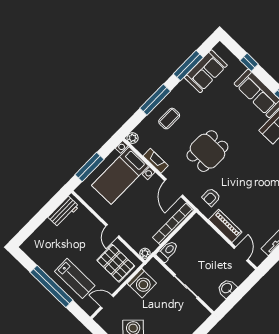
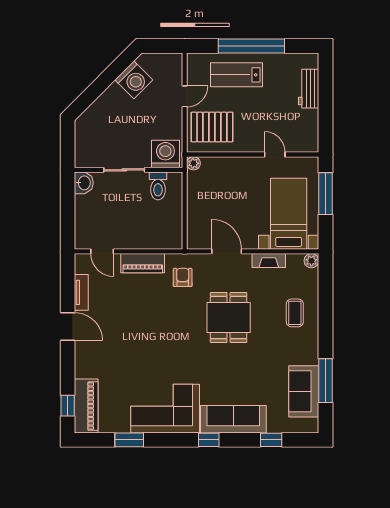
window: (155, 100) -> (326, 318), removed
workbench: (63, 212) -> (309, 89), moved
bookcase: (173, 224) -> (194, 217), removed
door: (112, 231) -> (275, 155), moved
toilet: (167, 251) -> (158, 186), moved
washing machine: (142, 283) -> (165, 154), moved, turned 90
washbasin: (227, 288) -> (84, 183), moved
door: (107, 302) -> (185, 96), moved

